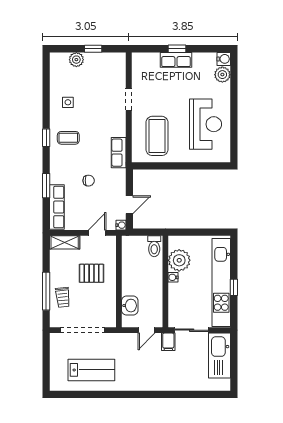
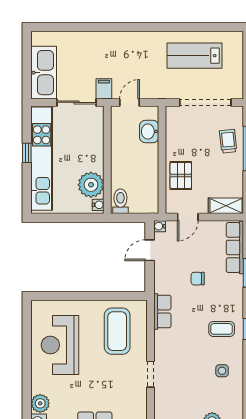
pallet: (92, 273) -> (181, 175), moved, turned 90
water cooler: (173, 277) -> (98, 205), moved

